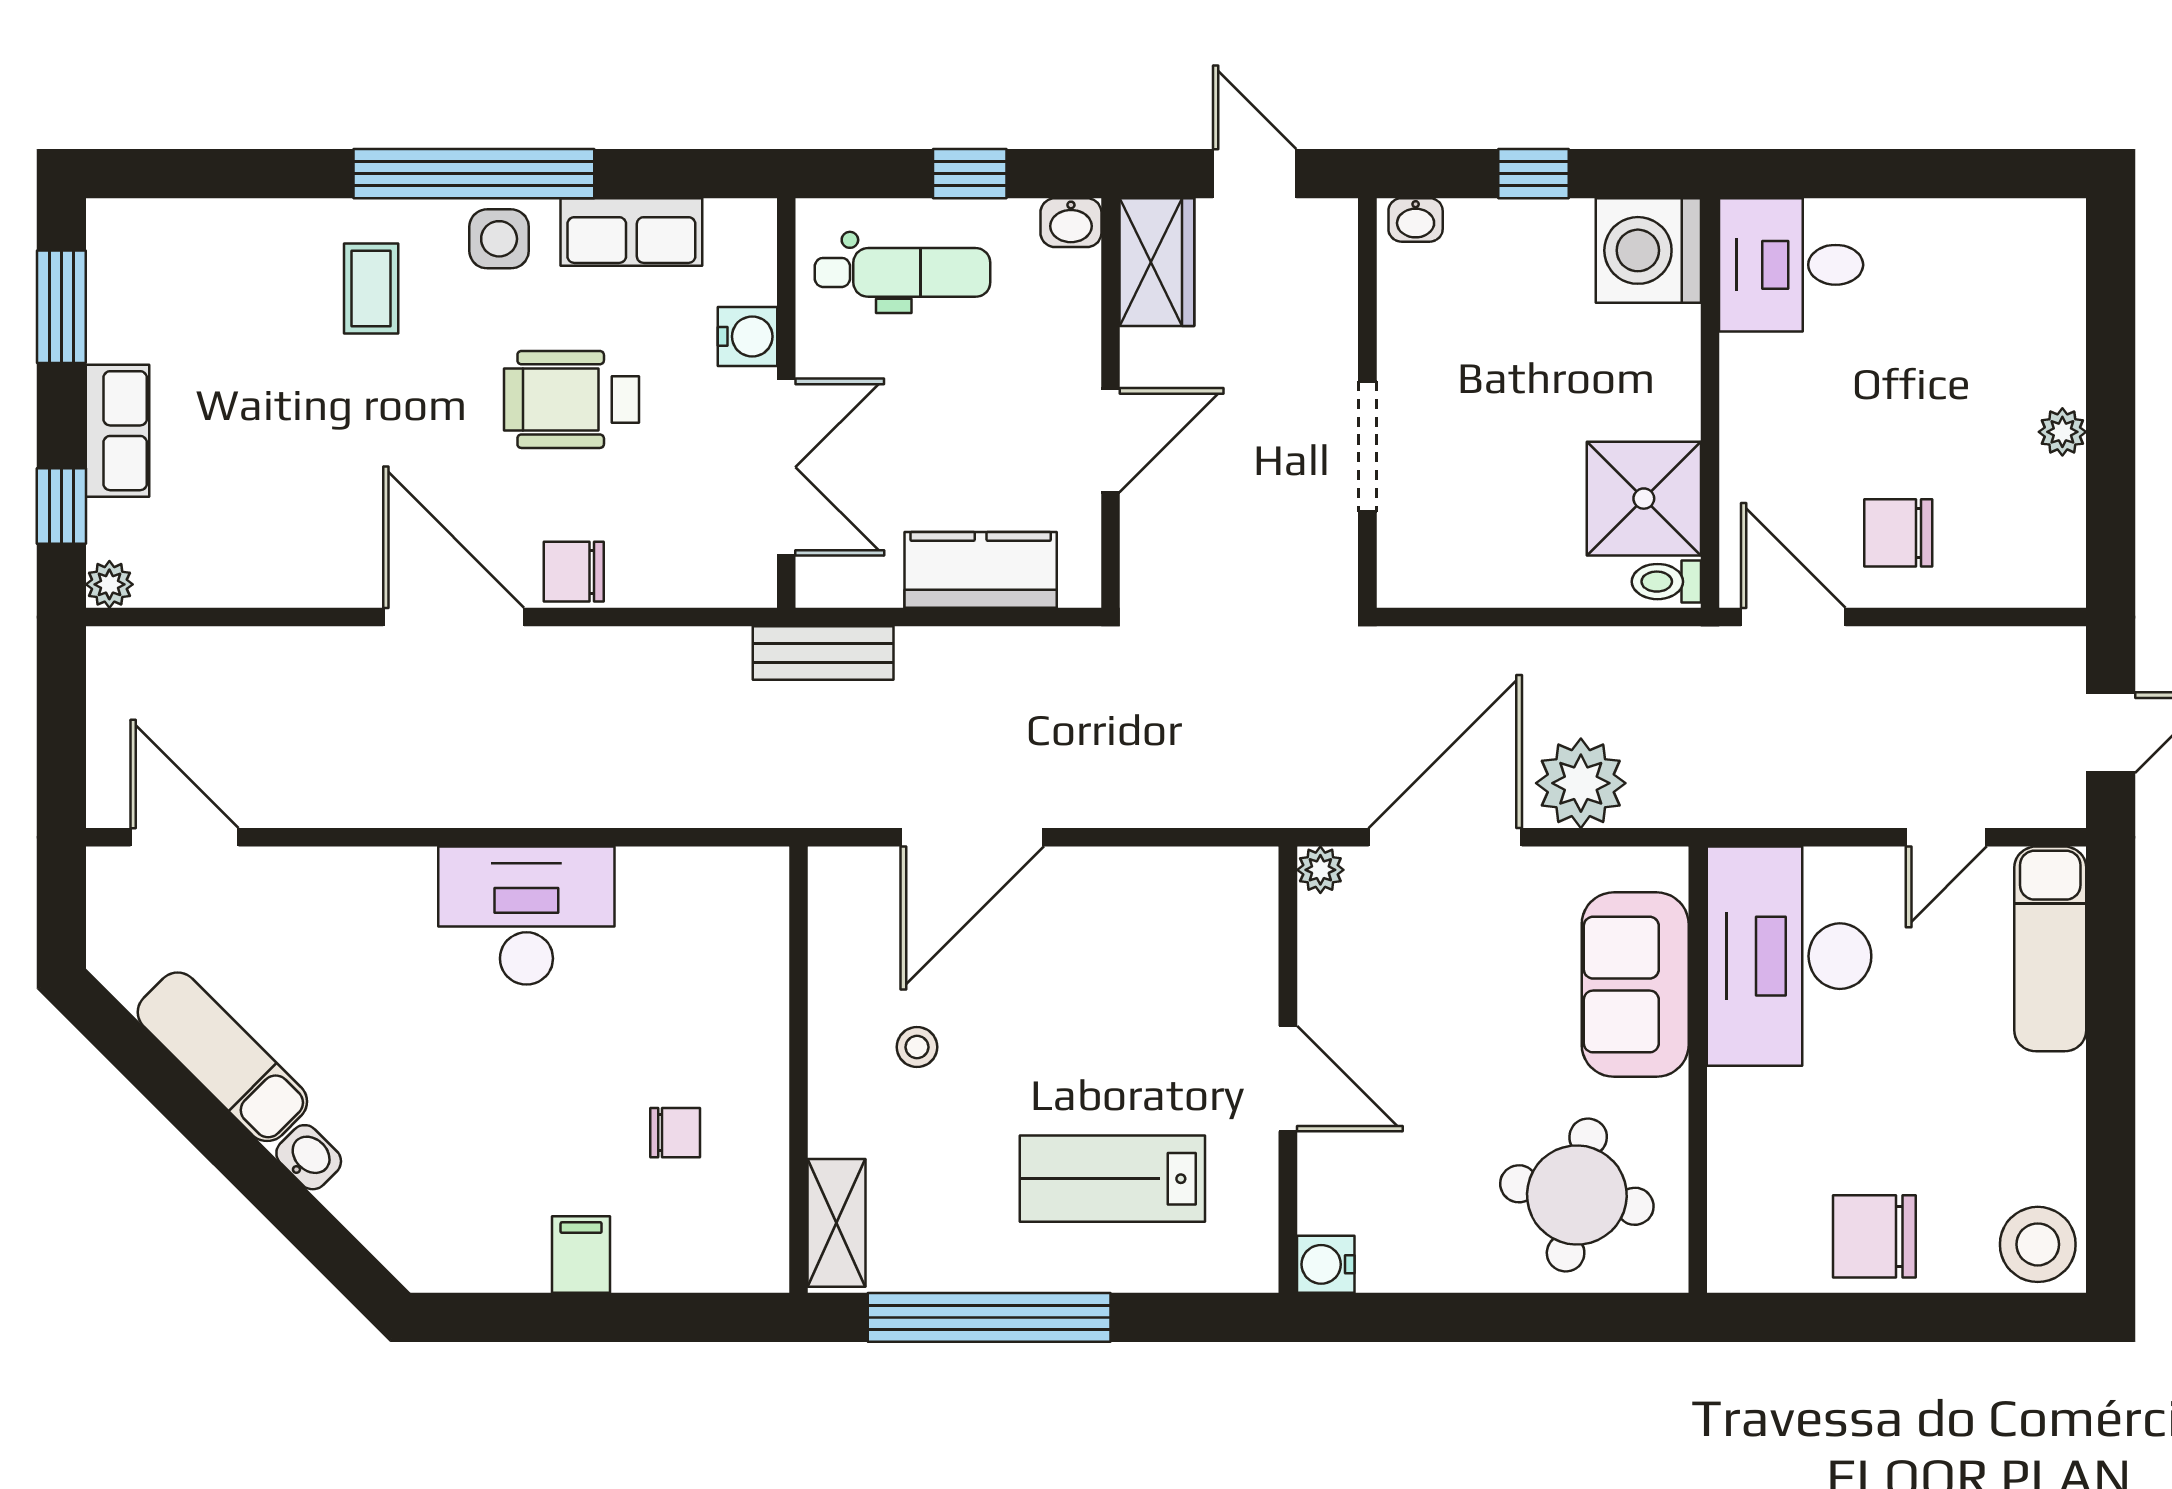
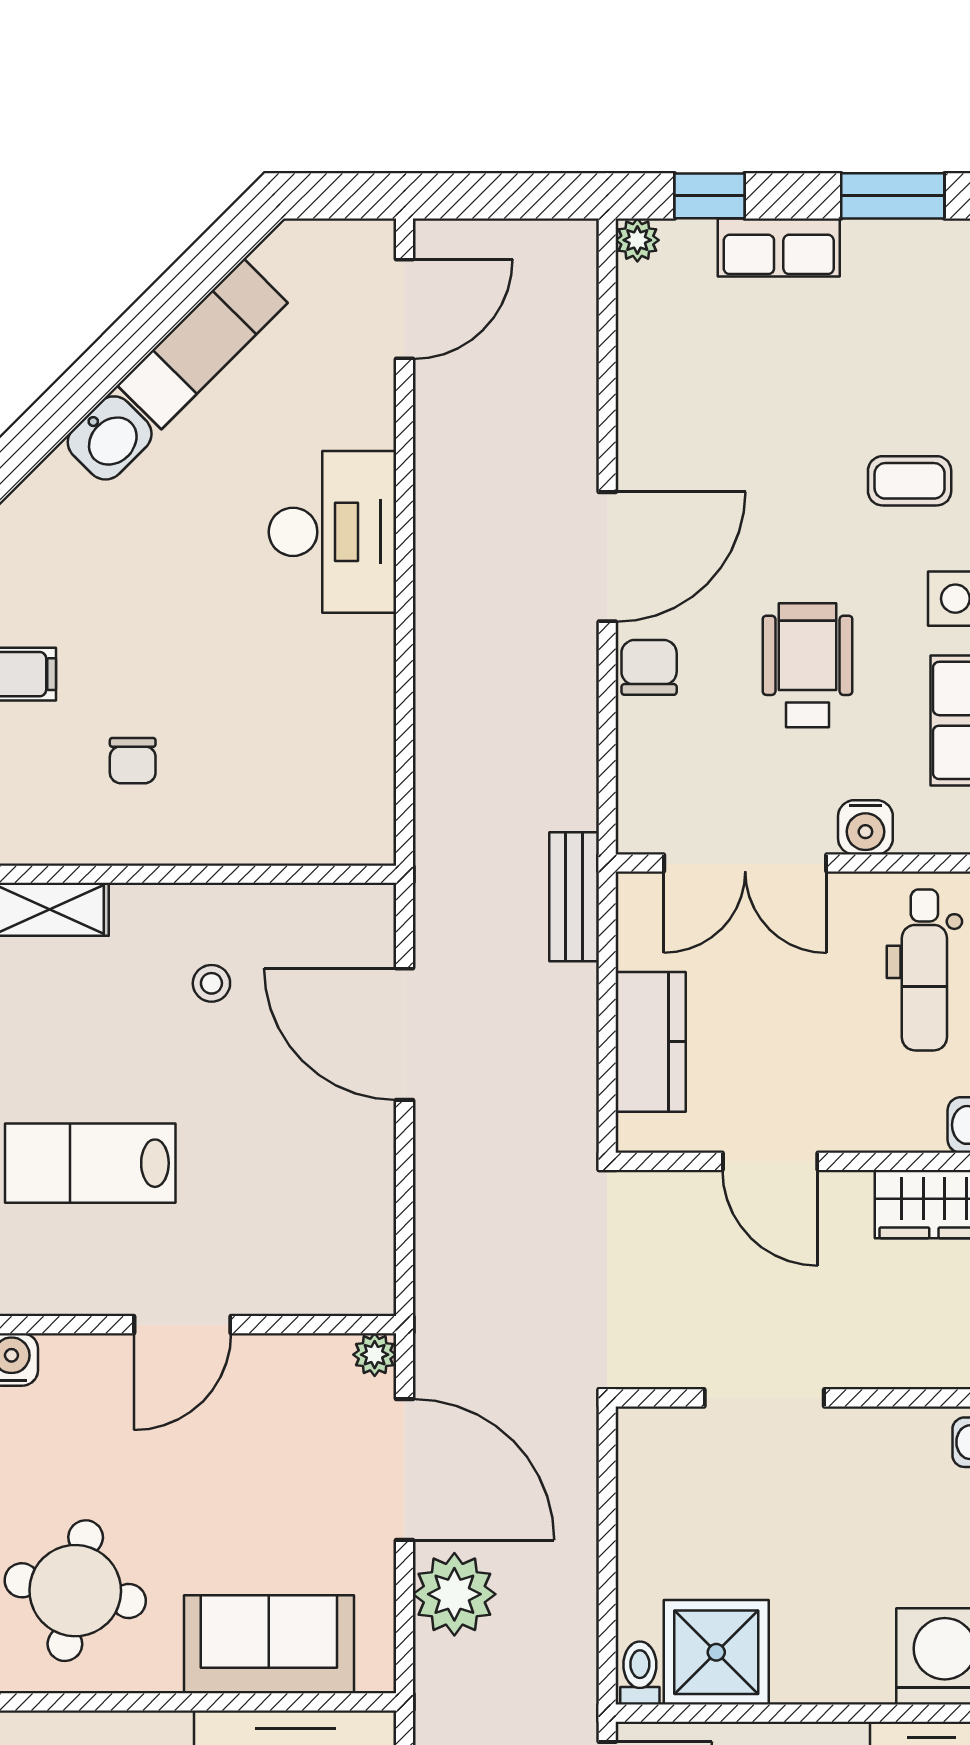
desk: (526, 916) -> (332, 532), moved
washbasin: (309, 1157) -> (110, 438), width x1.38, depth x1.45
lab bench: (1112, 1179) -> (90, 1163), turned -90

